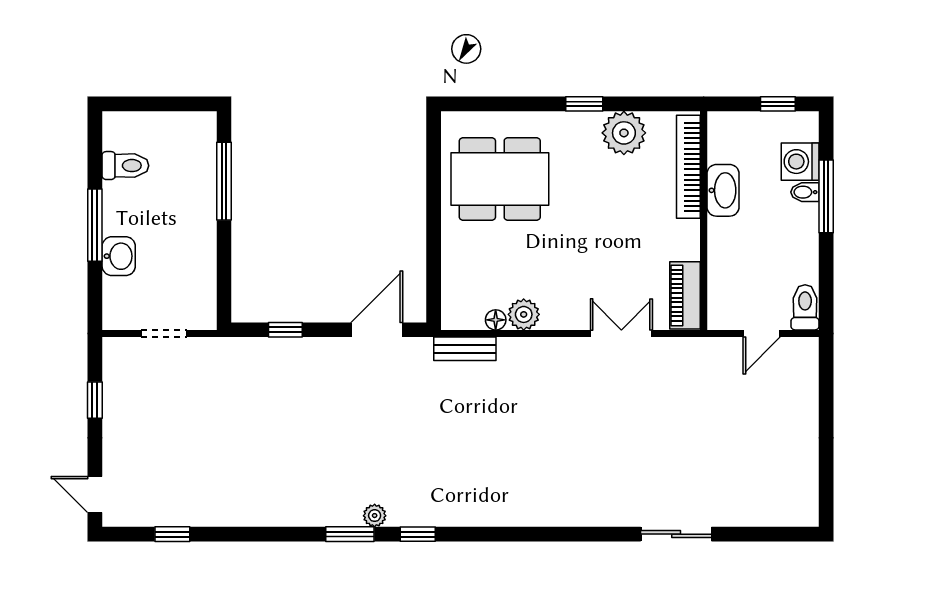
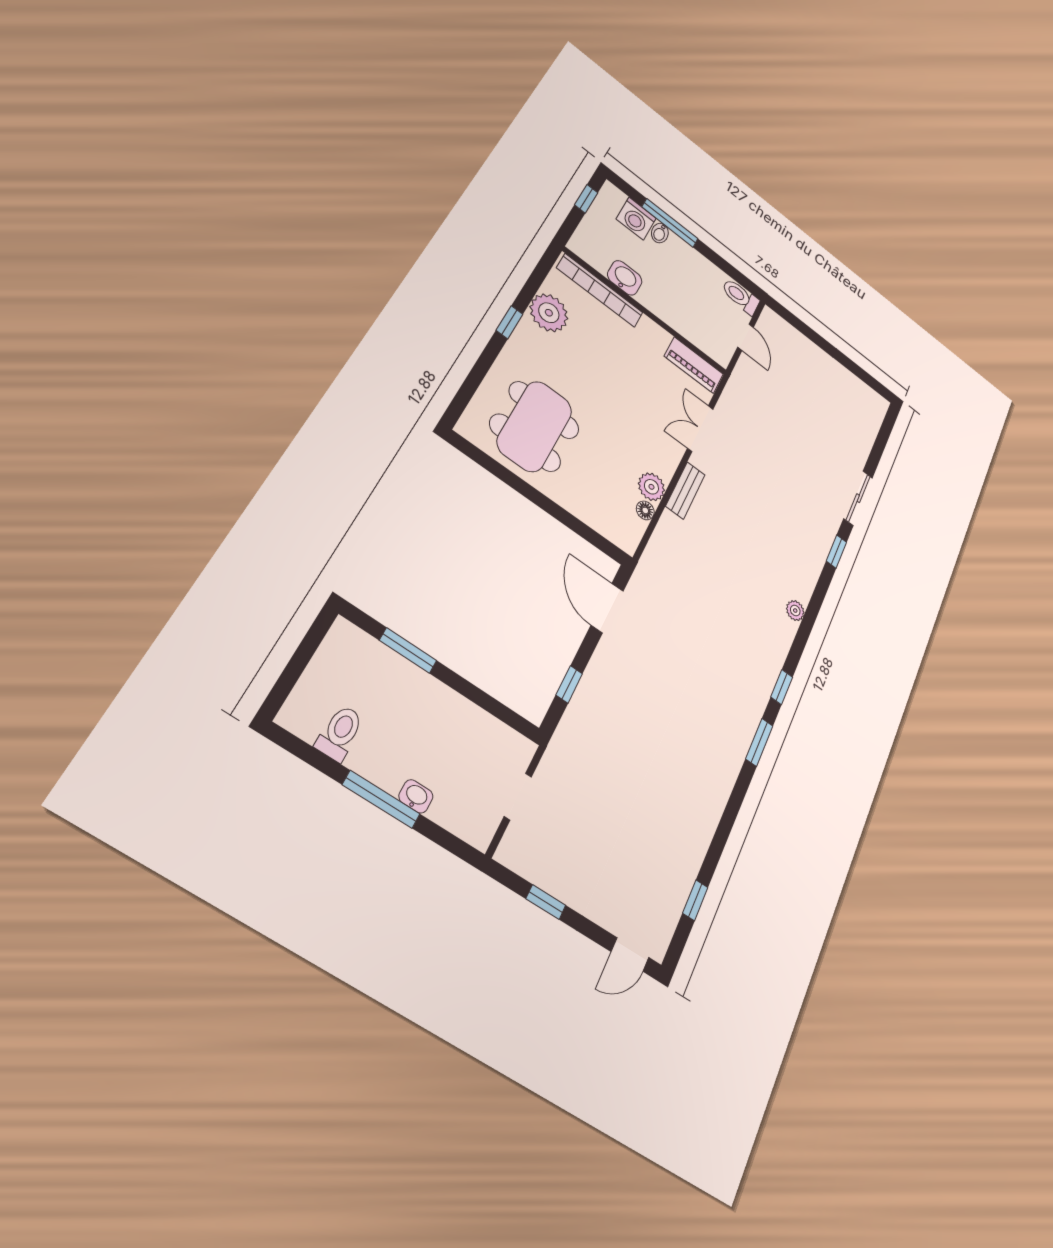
window: (224, 181) -> (408, 651), width x0.69
washbasin: (723, 190) -> (625, 278), width x0.72
washbasin: (119, 256) -> (416, 796), width x0.72, depth x0.69
bench: (465, 349) -> (685, 490), moved
plant: (375, 516) -> (795, 611), moved
window: (599, 534) -> (836, 552), added

